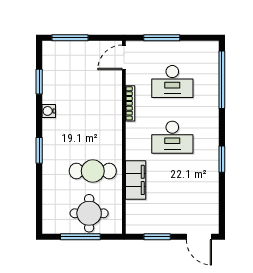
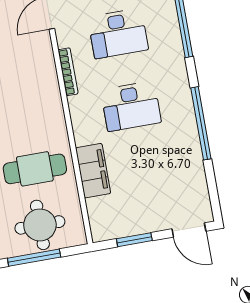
window: (222, 159) -> (201, 123), width x2.11

